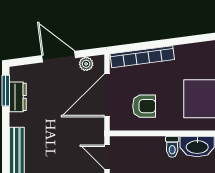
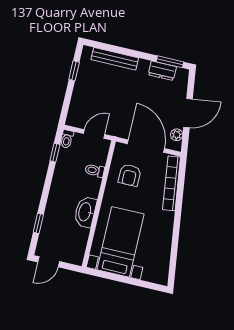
toilet: (172, 147) -> (95, 171), moved

